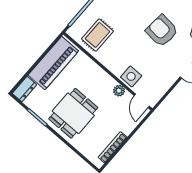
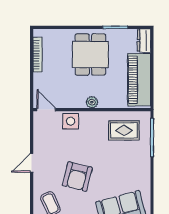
armchair: (162, 31) -> (77, 177), turned 99
rug: (97, 35) -> (124, 130), turned 90
plant: (119, 91) -> (92, 102), moved

